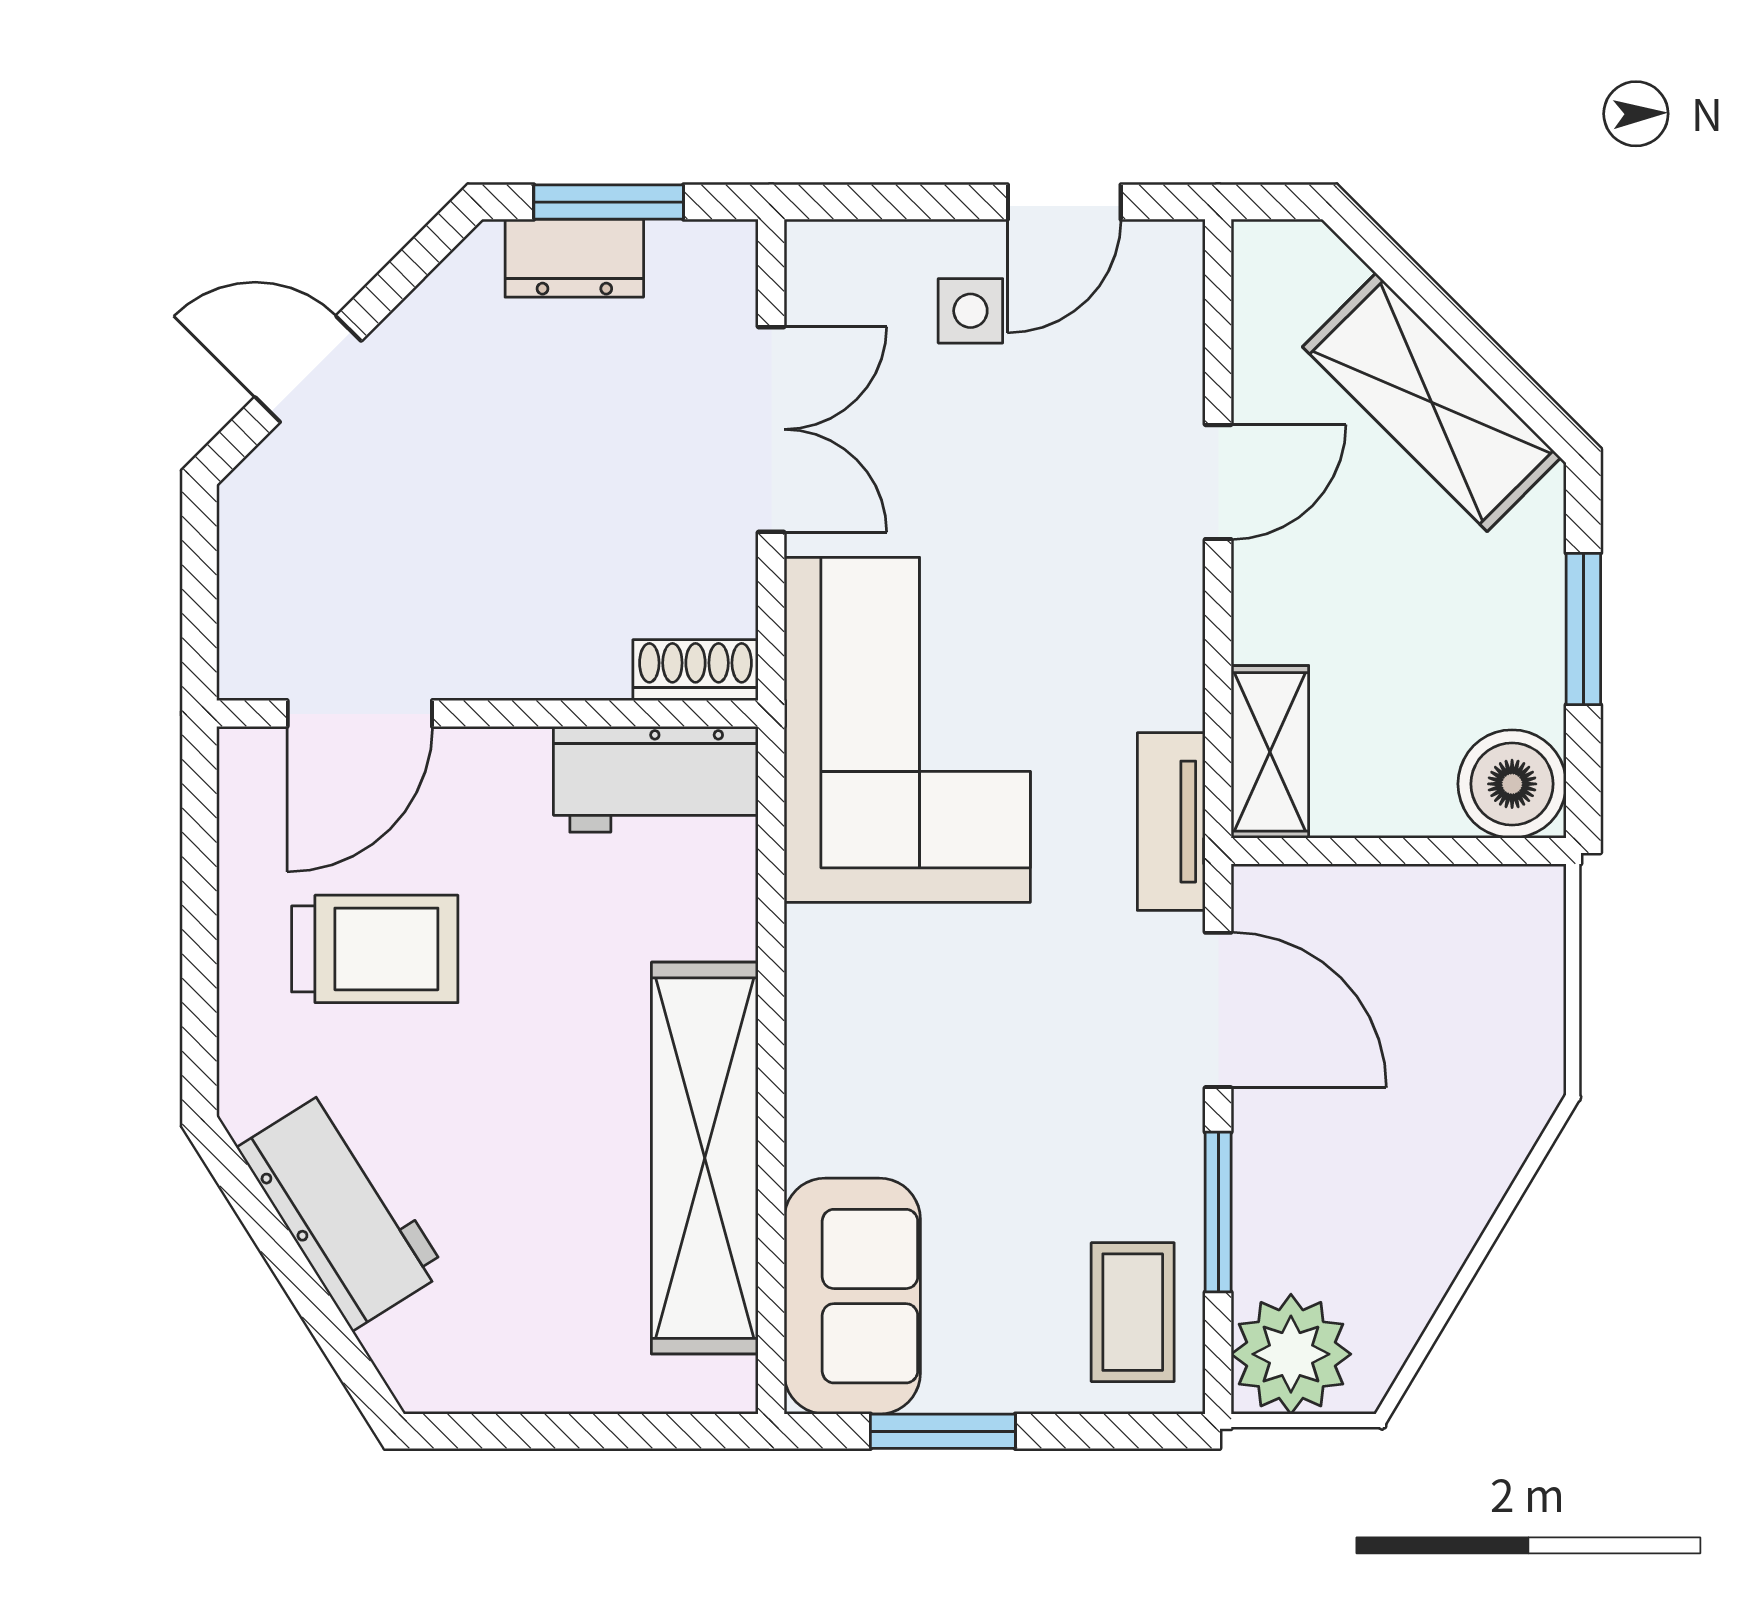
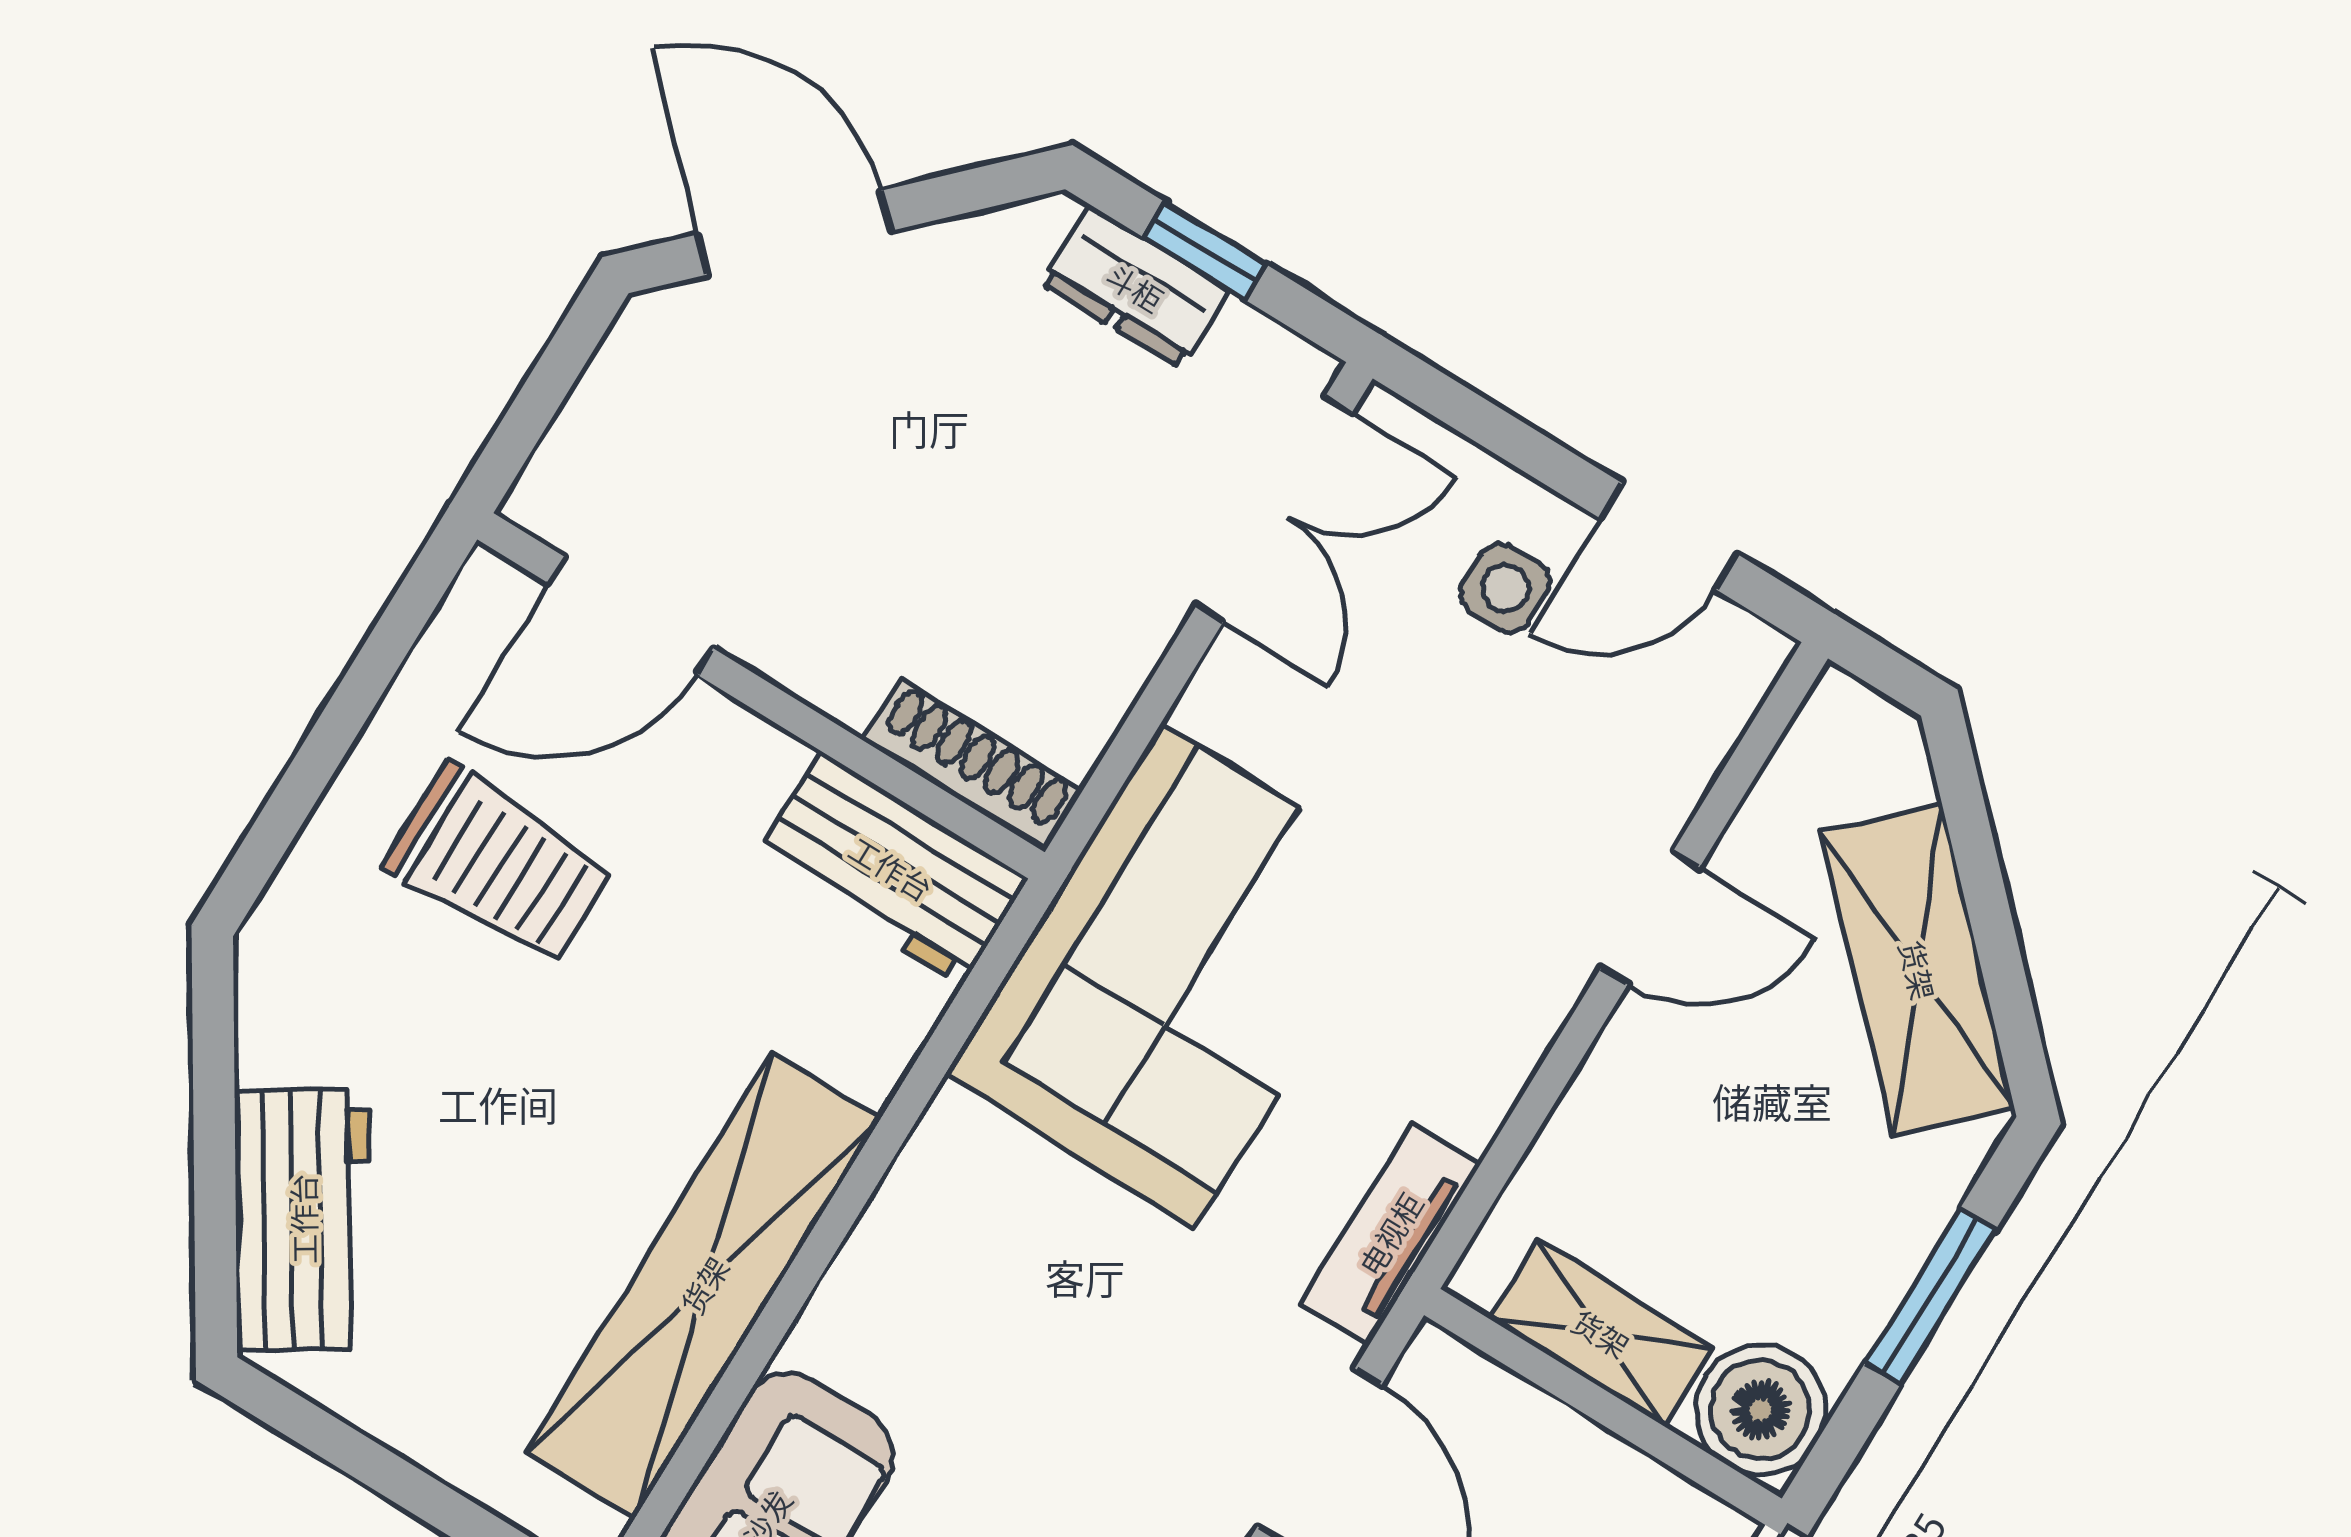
window: (609, 202) -> (1205, 251), width x0.67
door: (308, 369) -> (794, 233), width x1.38
double door: (771, 429) -> (1274, 509), moved
shoe rack: (695, 670) -> (973, 765), width x1.43
shelving: (1270, 752) -> (1601, 1333), moved, turned 90
workbench: (342, 1210) -> (303, 1219), moved

